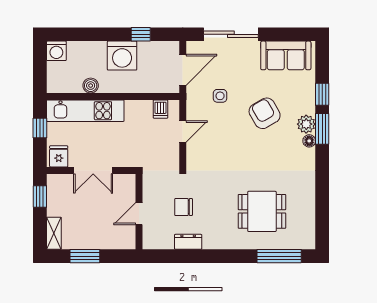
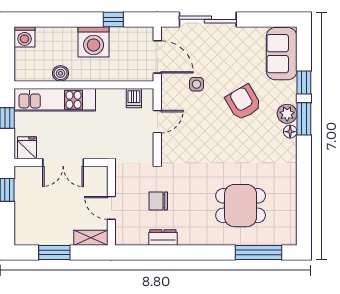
sofa: (286, 55) -> (282, 54), moved, turned 90
door: (183, 70) -> (157, 57), hinge flipped
door: (139, 214) -> (111, 208), hinge flipped
shelving: (54, 233) -> (91, 238), moved, turned 90

